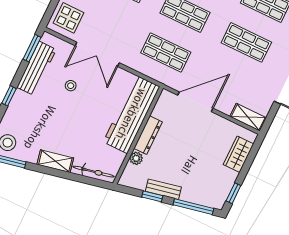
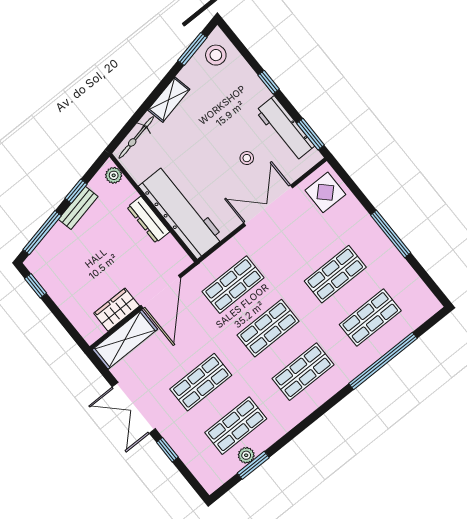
shelving: (248, 117) -> (125, 340), width x1.50, depth x1.33
wardrobe: (238, 154) -> (117, 310), moved, turned -90
plant: (136, 158) -> (114, 175), moved

